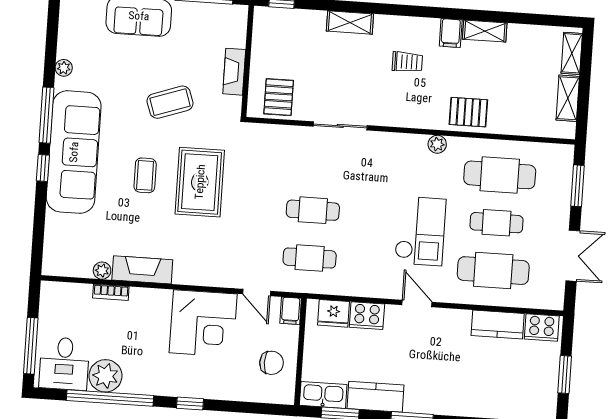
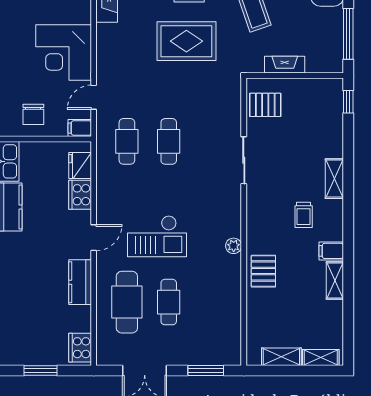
shelving: (350, 22) -> (334, 179), moved
cafe table: (500, 175) -> (211, 302), removed
kitchen counter: (498, 325) -> (80, 282), moved

